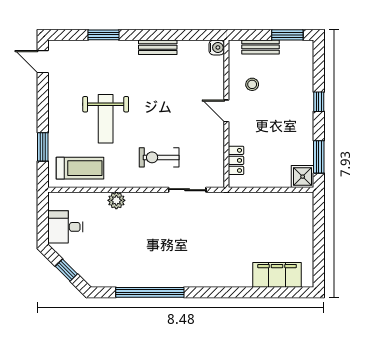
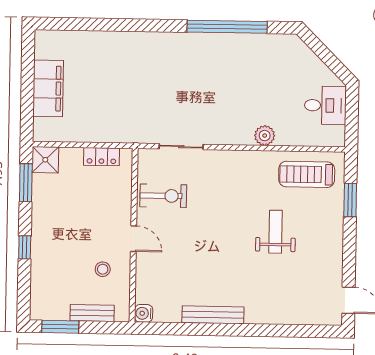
window: (104, 35) -> (276, 331), removed
bench: (158, 47) -> (213, 315), width x1.36
weight bench: (106, 119) -> (276, 232), width x0.73, depth x0.75
exercise bike: (159, 157) -> (163, 196), moved
locker: (236, 160) -> (101, 157), moved, turned -90
window: (66, 270) -> (325, 55), removed
filing cabinet: (277, 275) -> (48, 88), moved, turned -90

